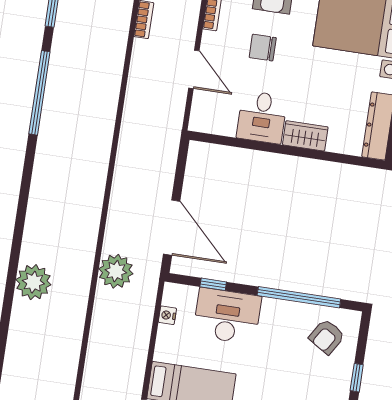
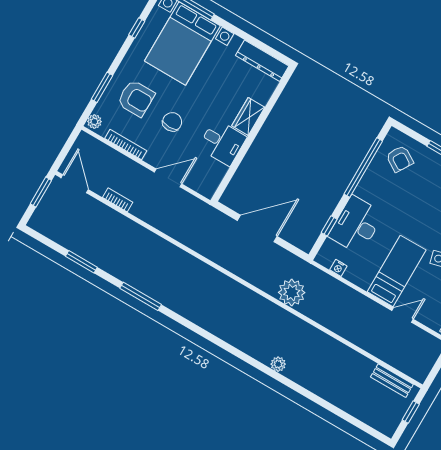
chair: (263, 48) -> (172, 122), turned 180
window: (39, 93) -> (141, 296), width x0.68
door: (172, 228) -> (257, 228), moved
plant: (33, 282) -> (278, 364), width x0.53, depth x0.53

